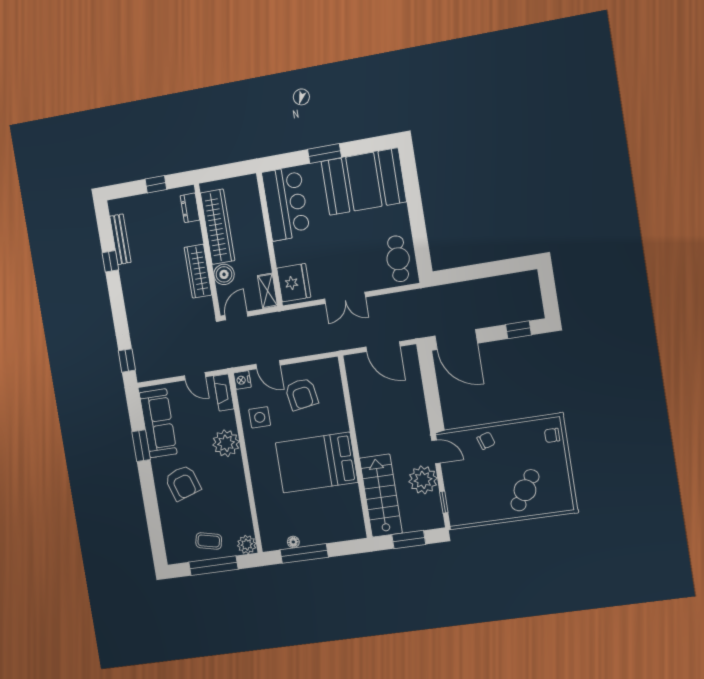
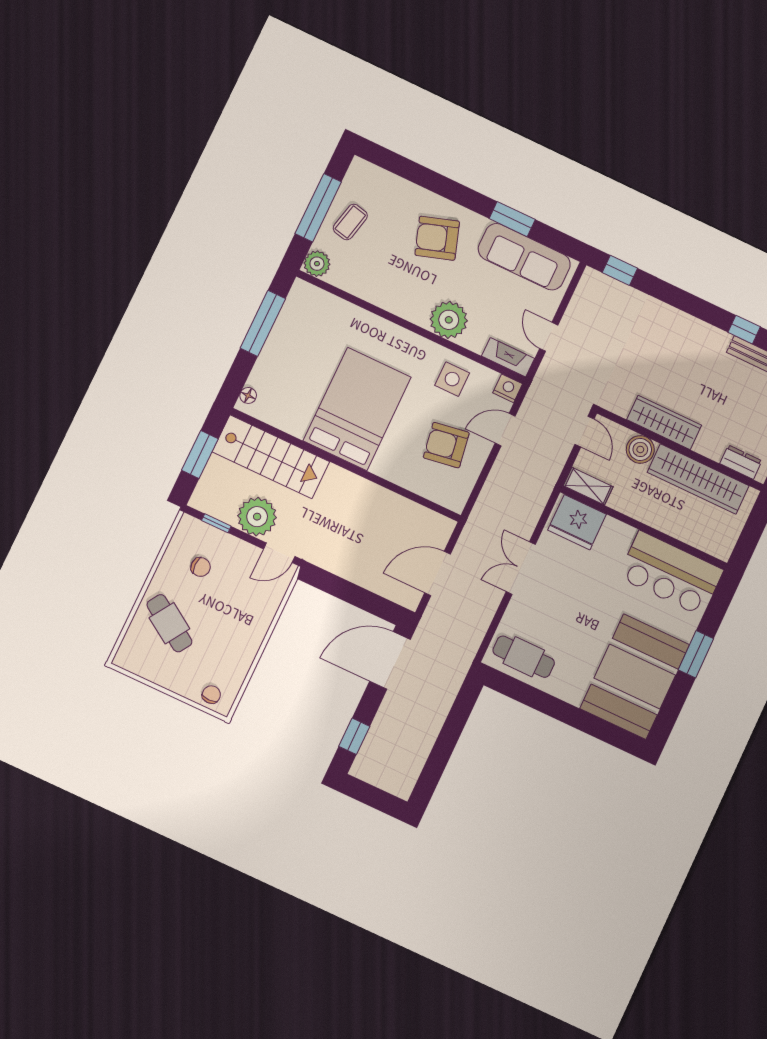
door: (195, 376) -> (549, 337), hinge flipped
chair: (486, 441) -> (201, 567), moved, turned -72
floor lamp: (293, 542) -> (248, 395), moved

